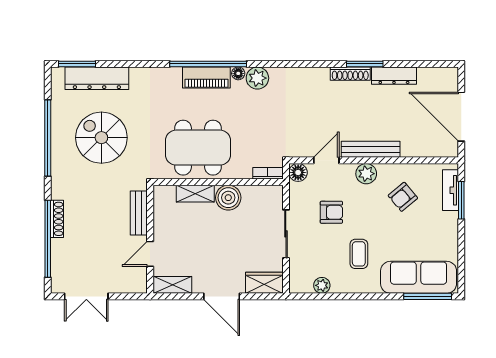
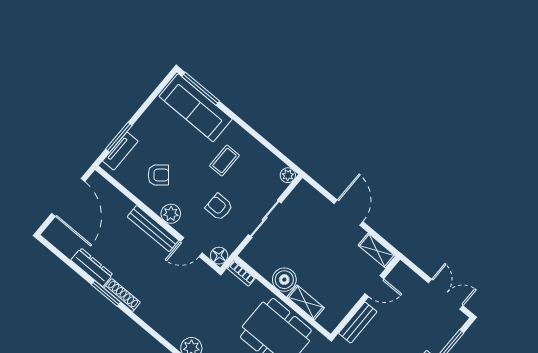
wardrobe: (264, 283) -> (310, 197), removed
plant: (322, 285) -> (288, 175), moved

